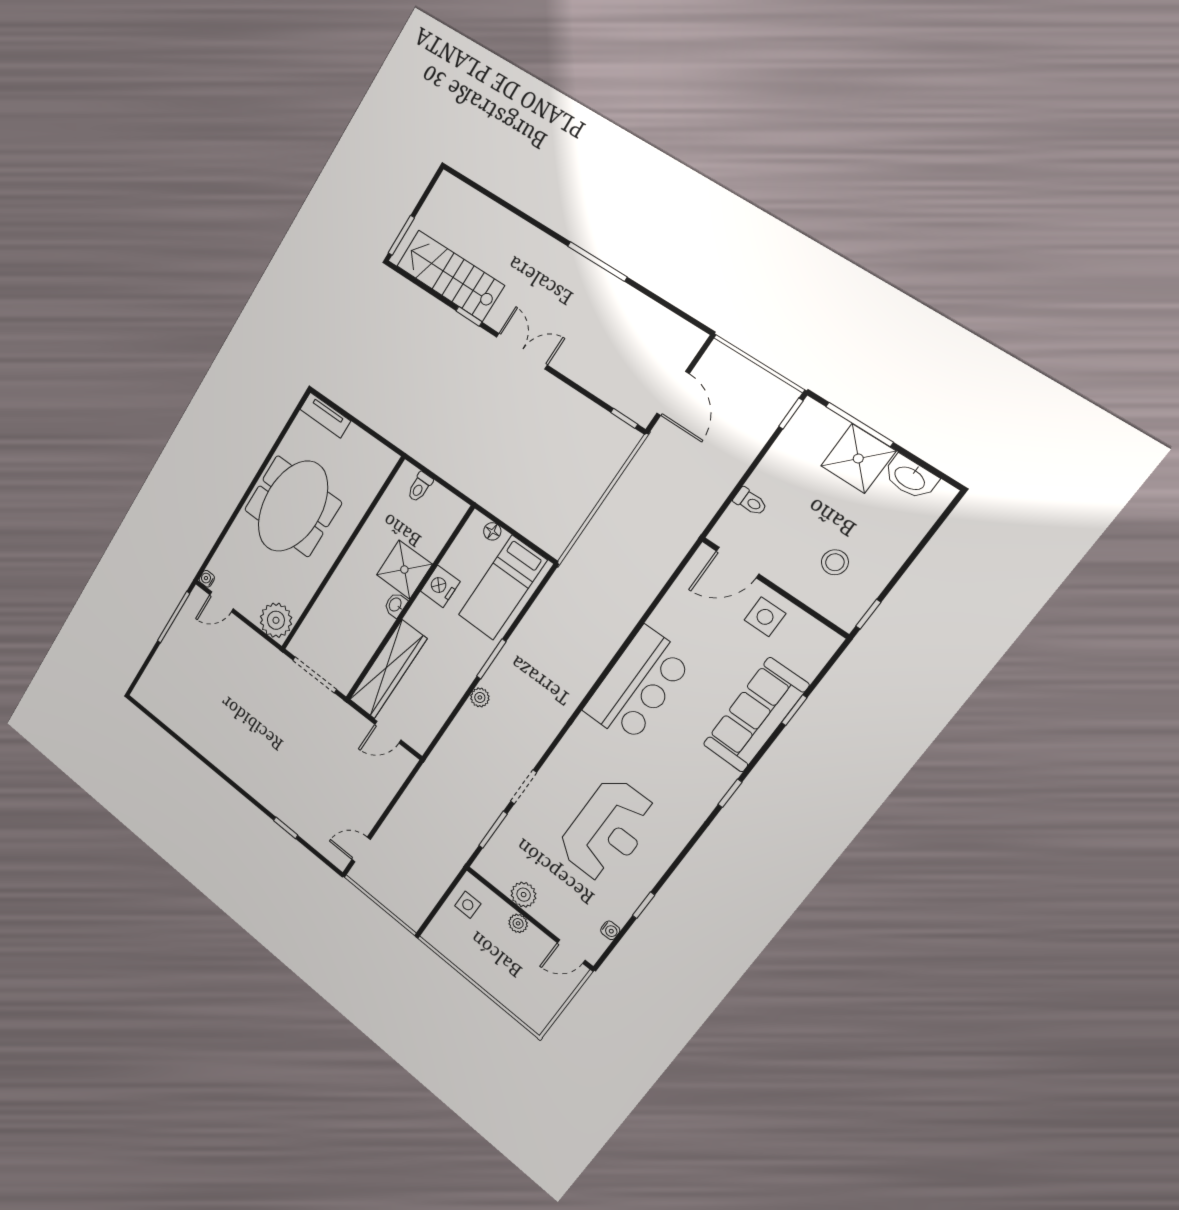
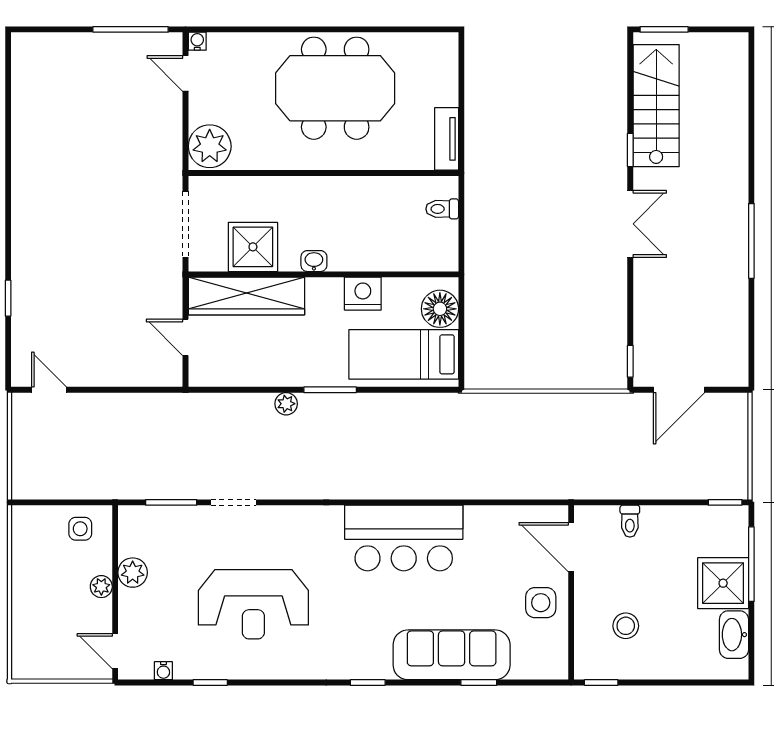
tv unit: (325, 415) -> (447, 139), moved
floor lamp: (492, 531) -> (440, 309), width x1.89, depth x1.89
shower: (404, 570) -> (253, 247), moved

